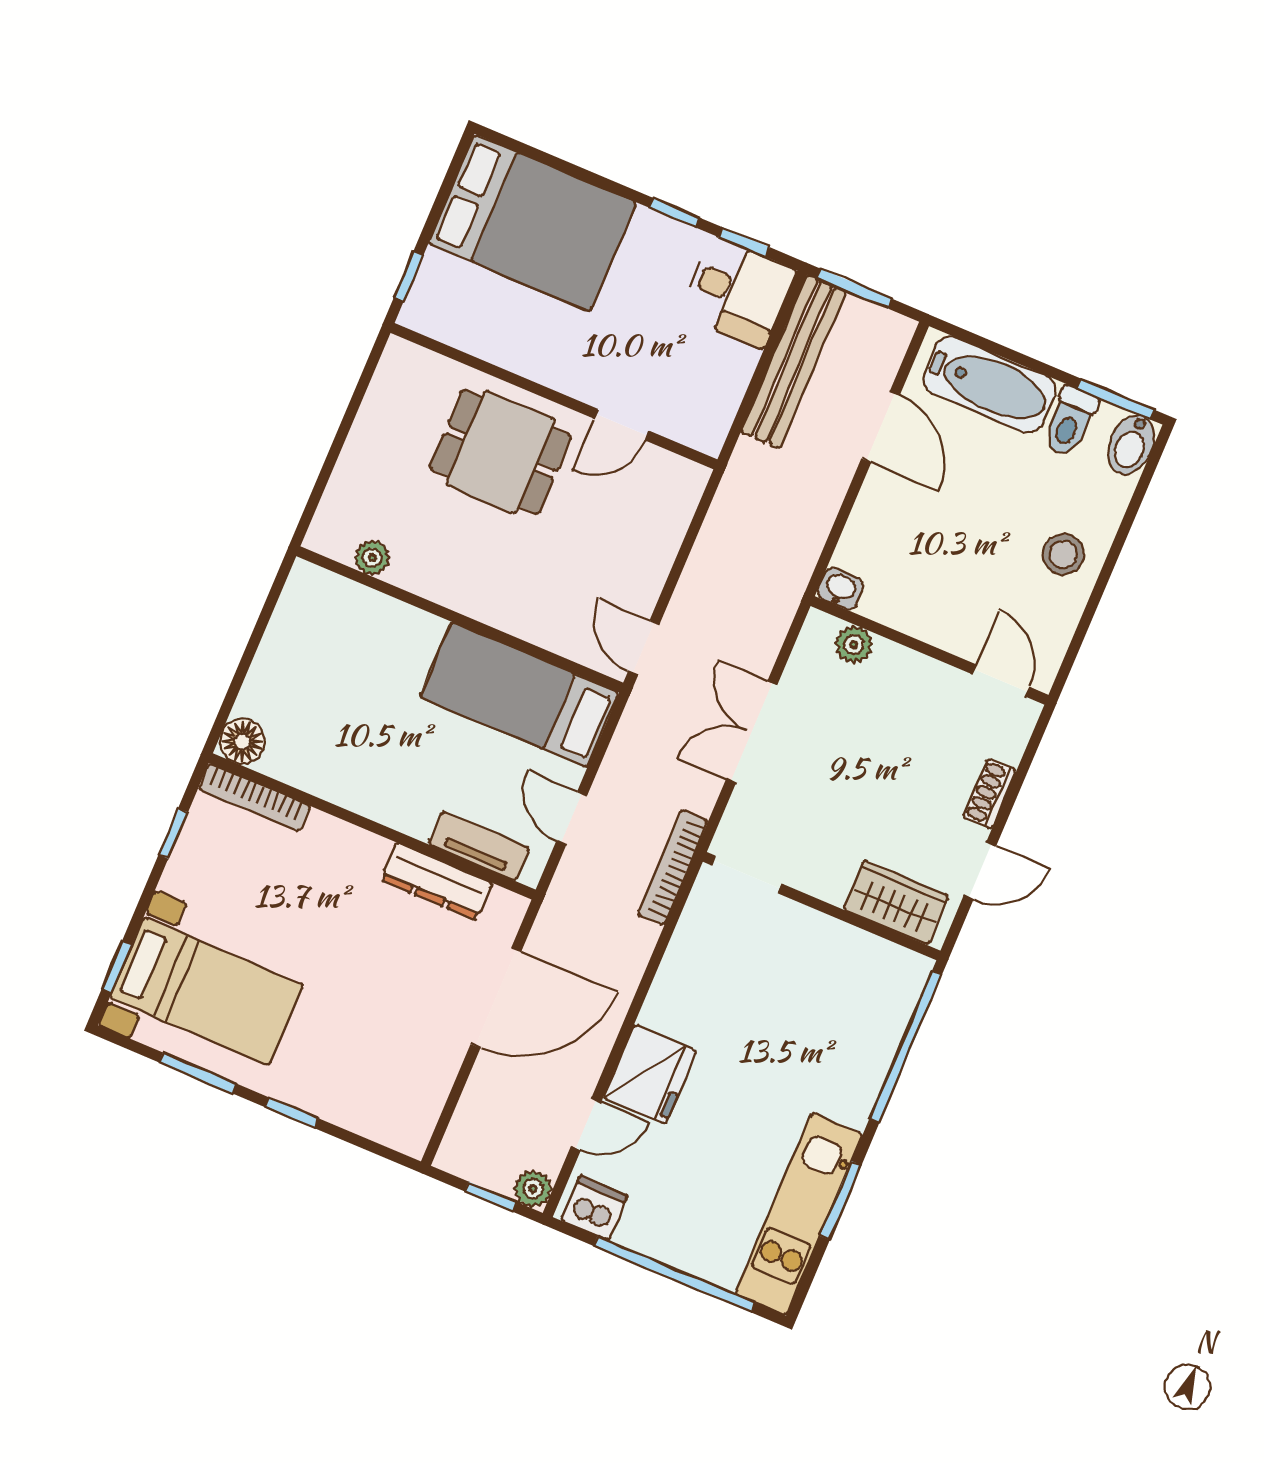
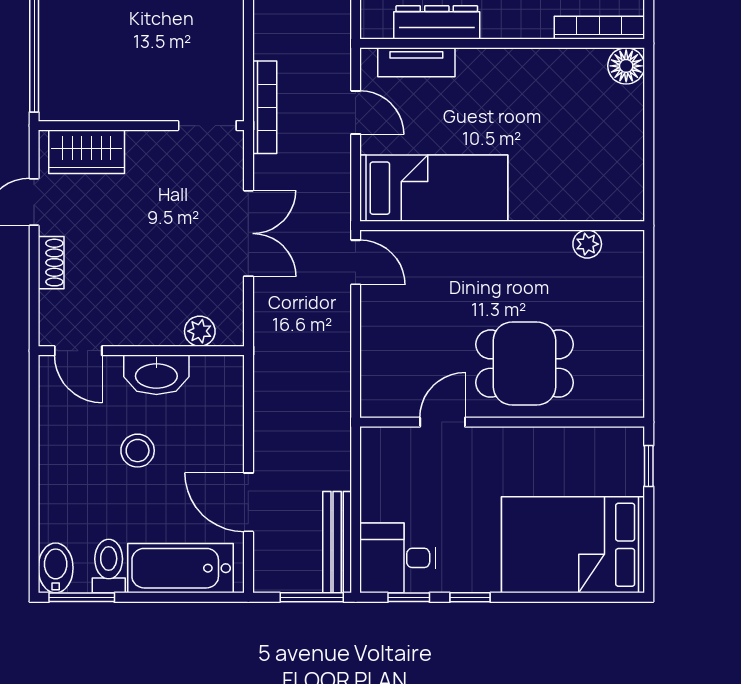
bench: (793, 362) -> (337, 542), width x0.73, depth x0.82
stool: (1063, 554) -> (138, 451), moved
washbasin: (841, 589) -> (156, 375), moved, width x1.91, depth x1.45

